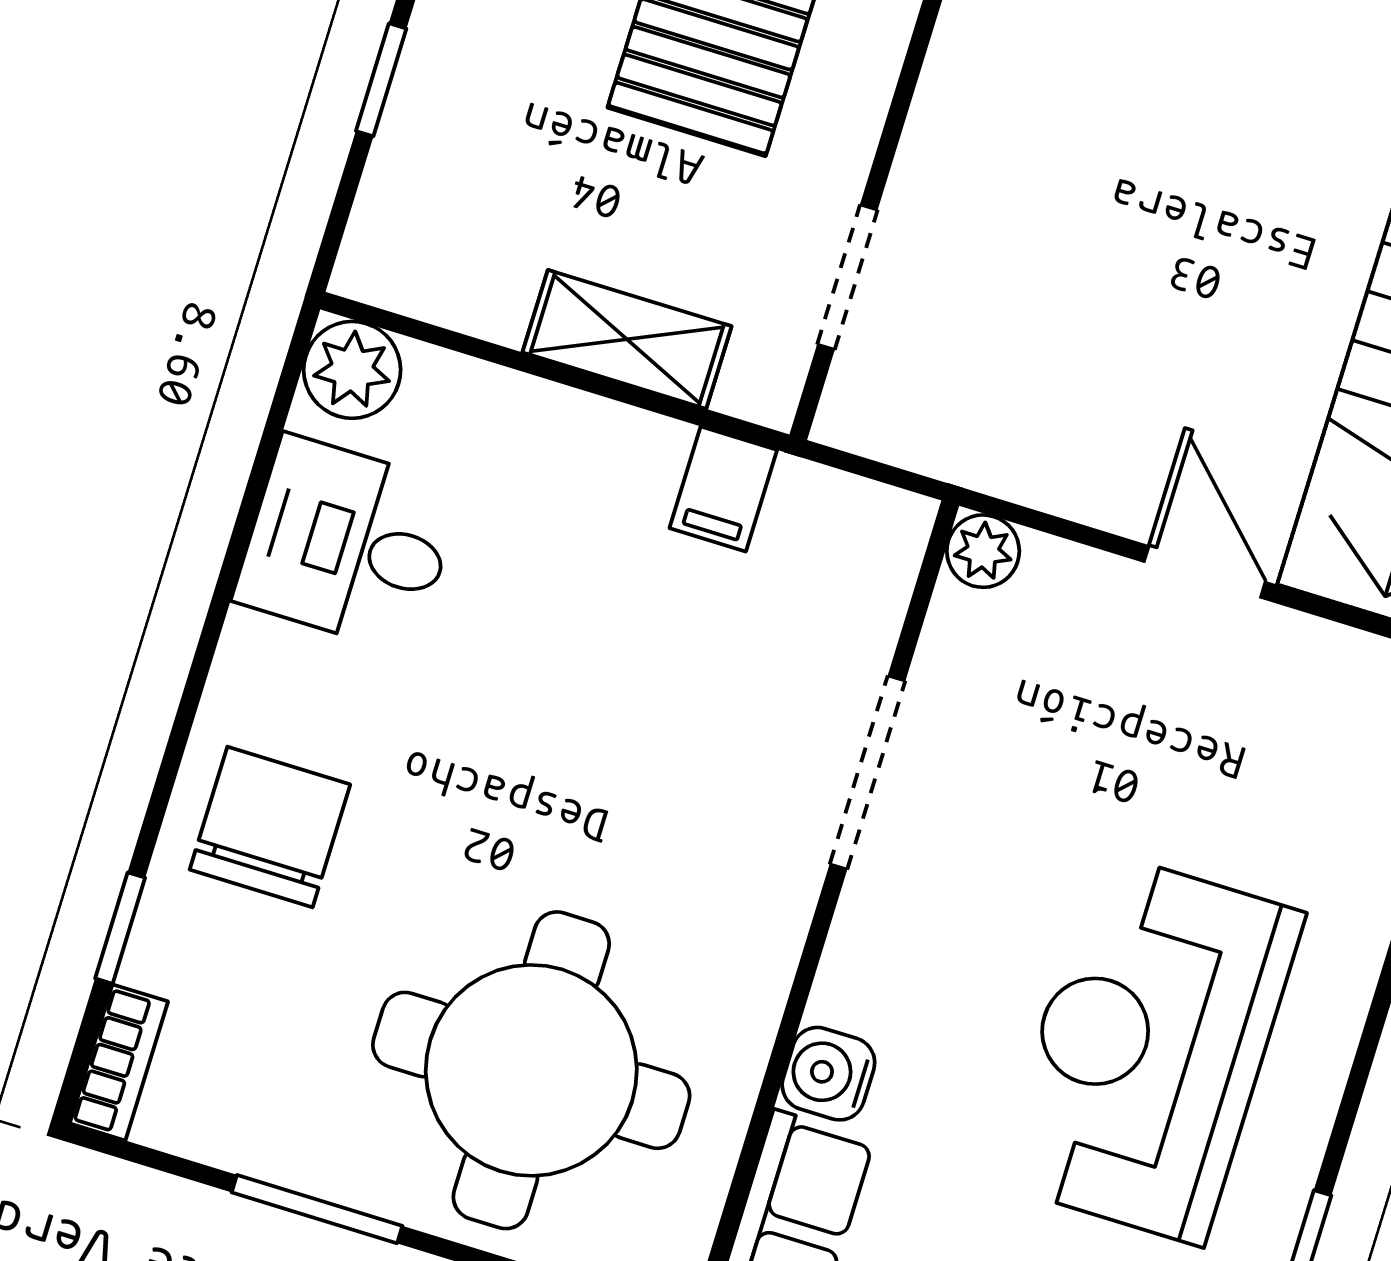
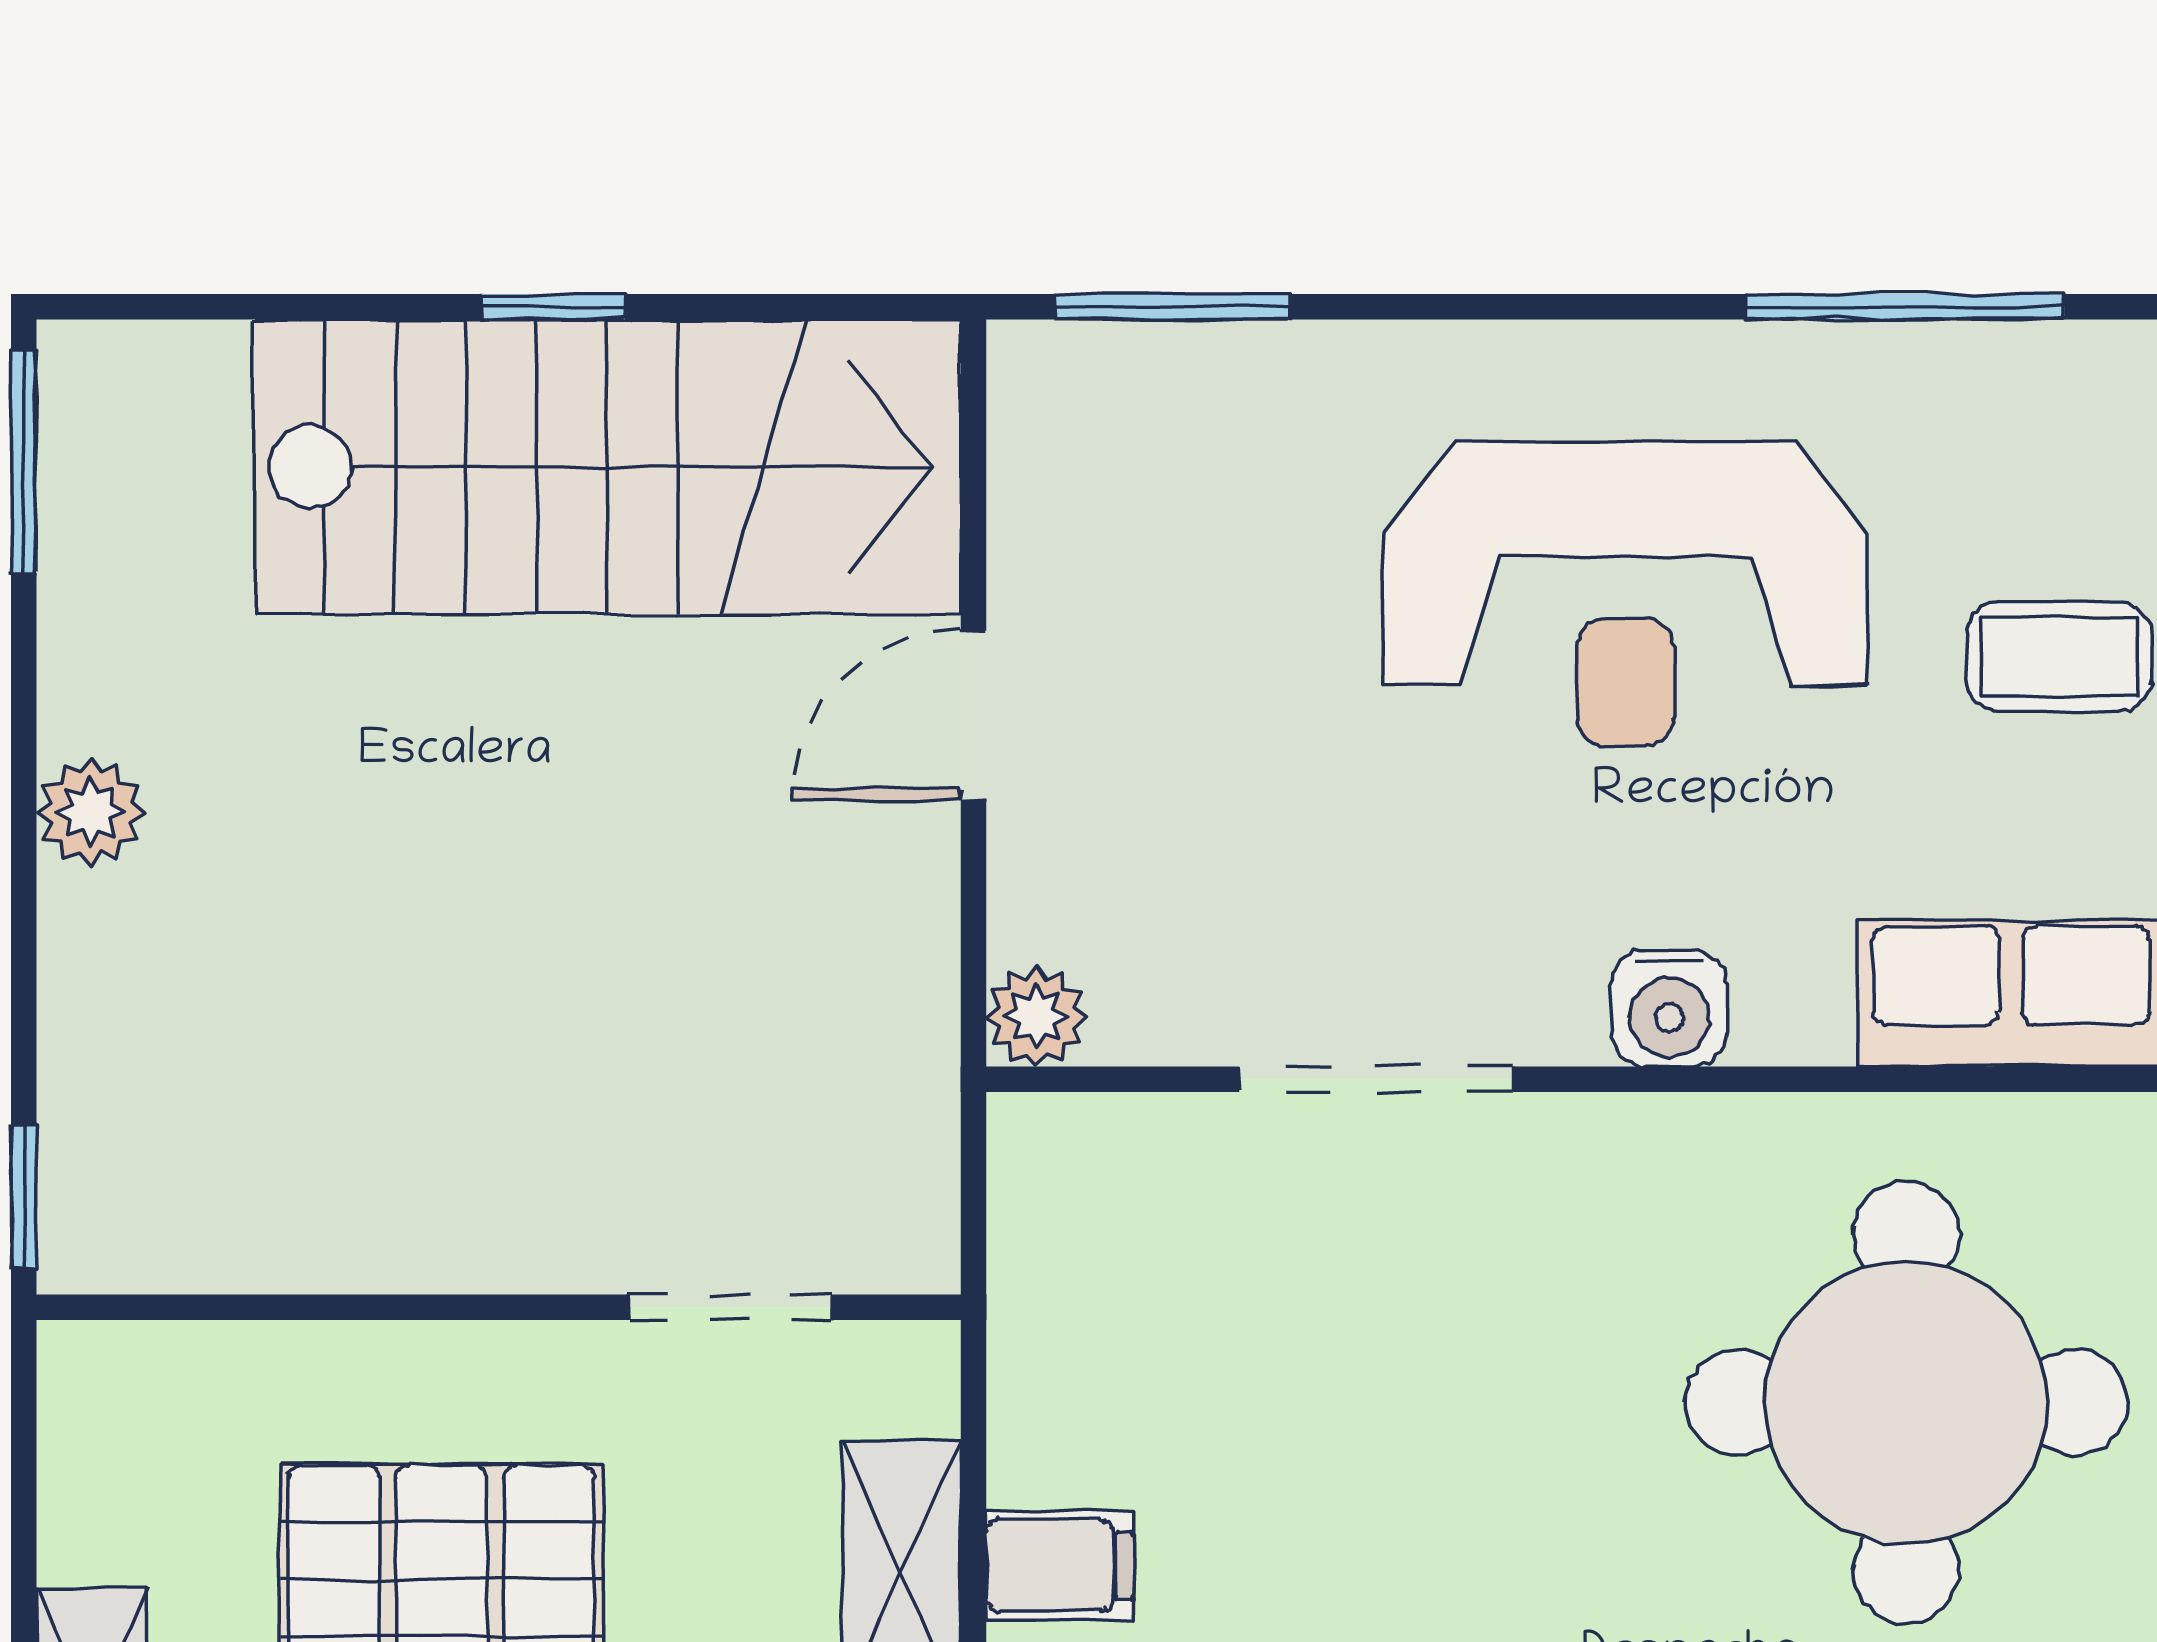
filing cabinet: (723, 489) -> (1060, 1566), moved
water cooler: (828, 1074) -> (1669, 1008), moved

